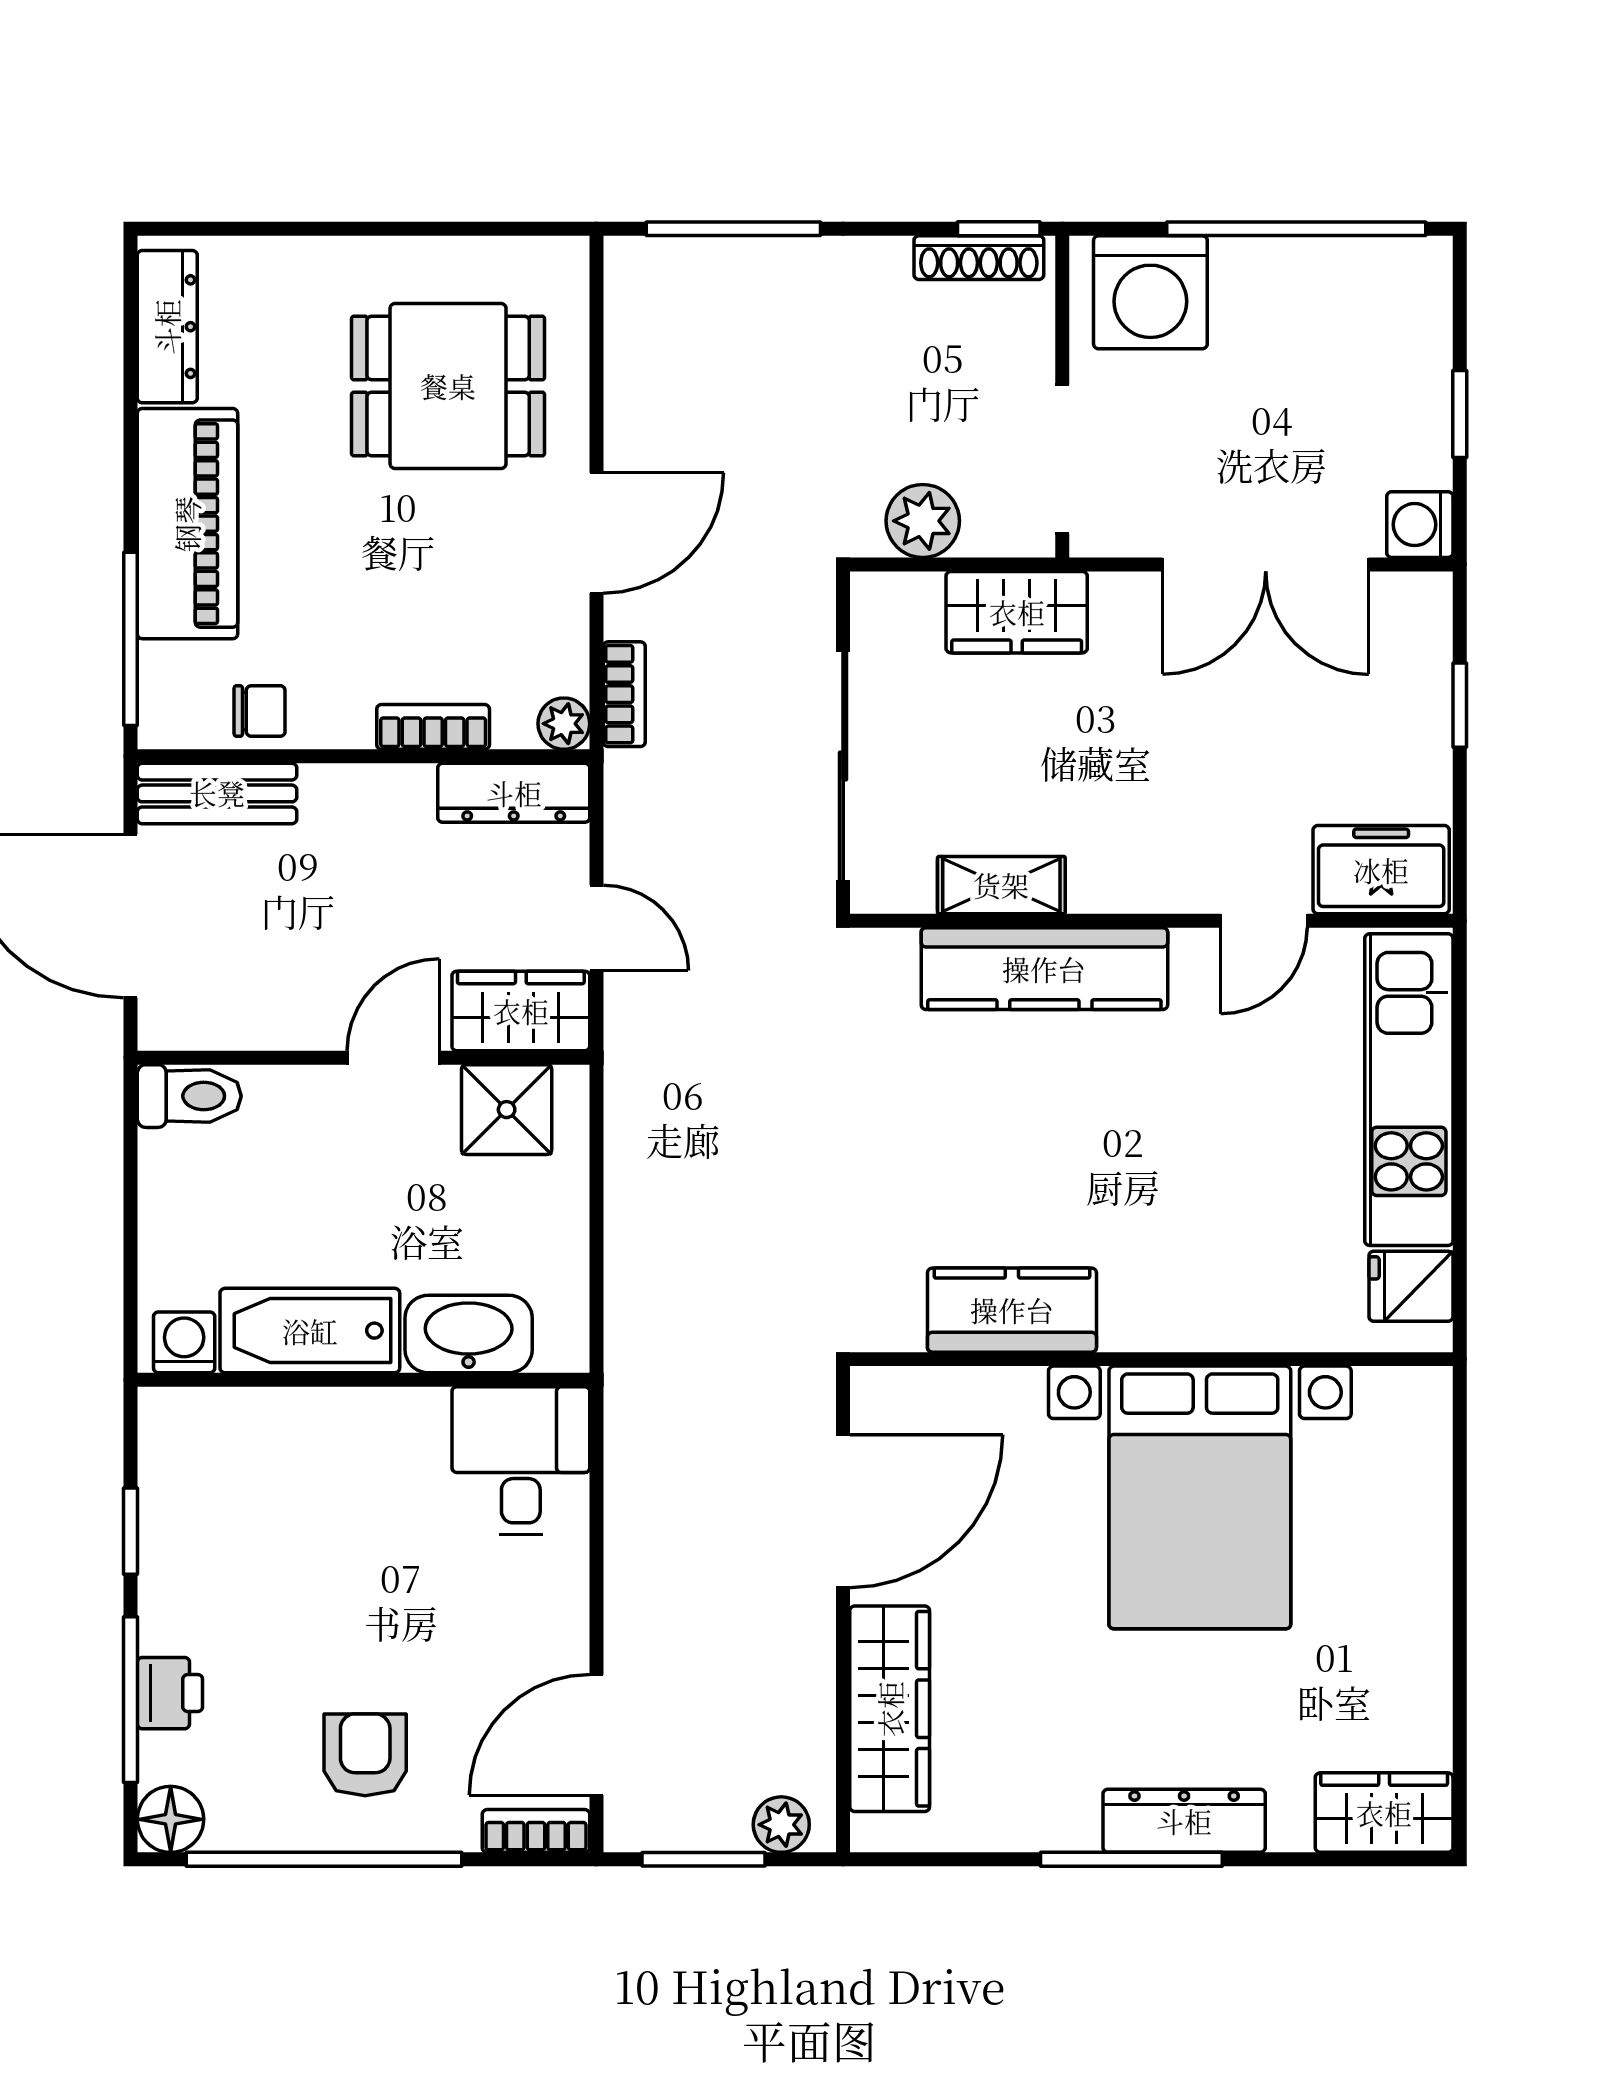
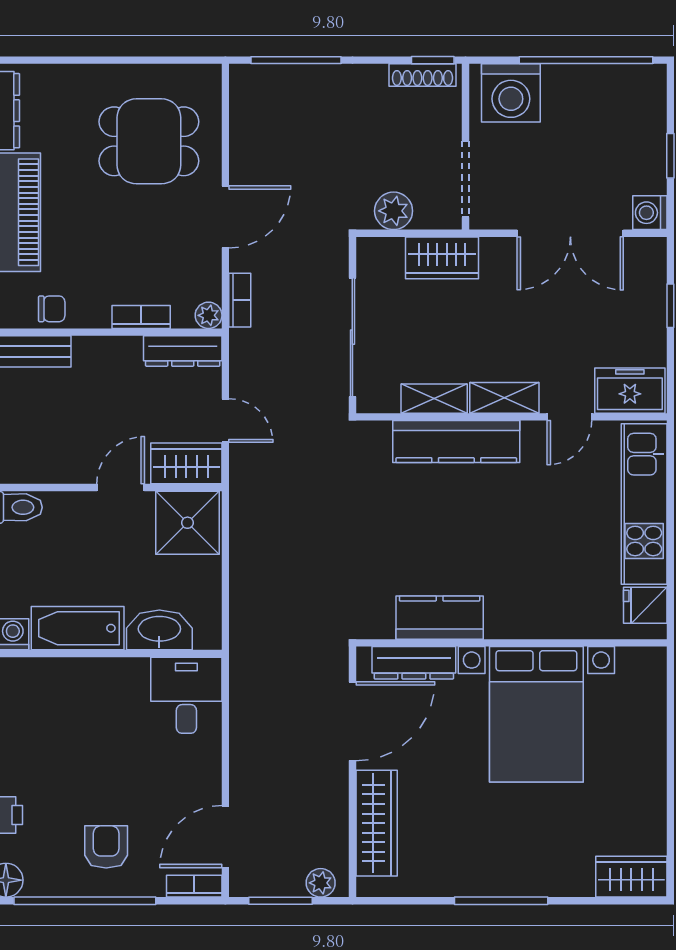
shelving: (1138, 884) -> (504, 398), added
shower: (507, 1110) -> (187, 523), width x1.36, depth x1.36
dresser: (1184, 1821) -> (414, 663), moved, turned 180

